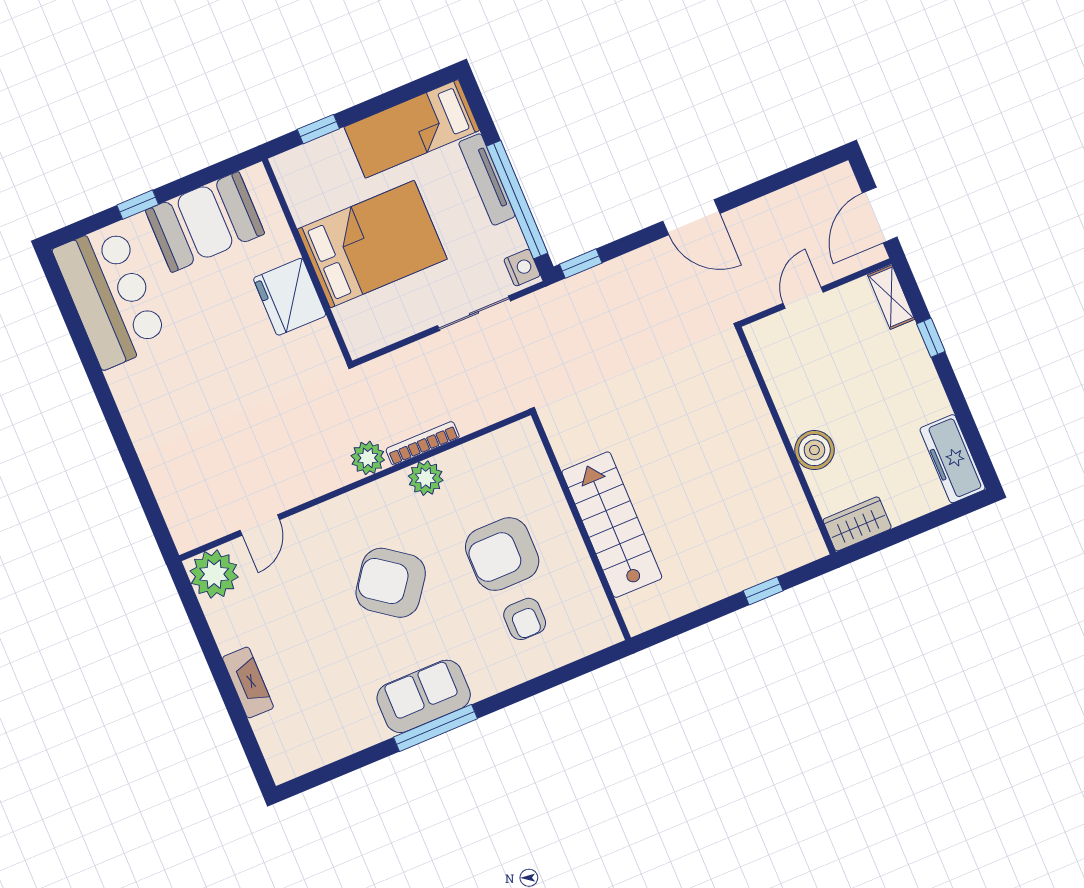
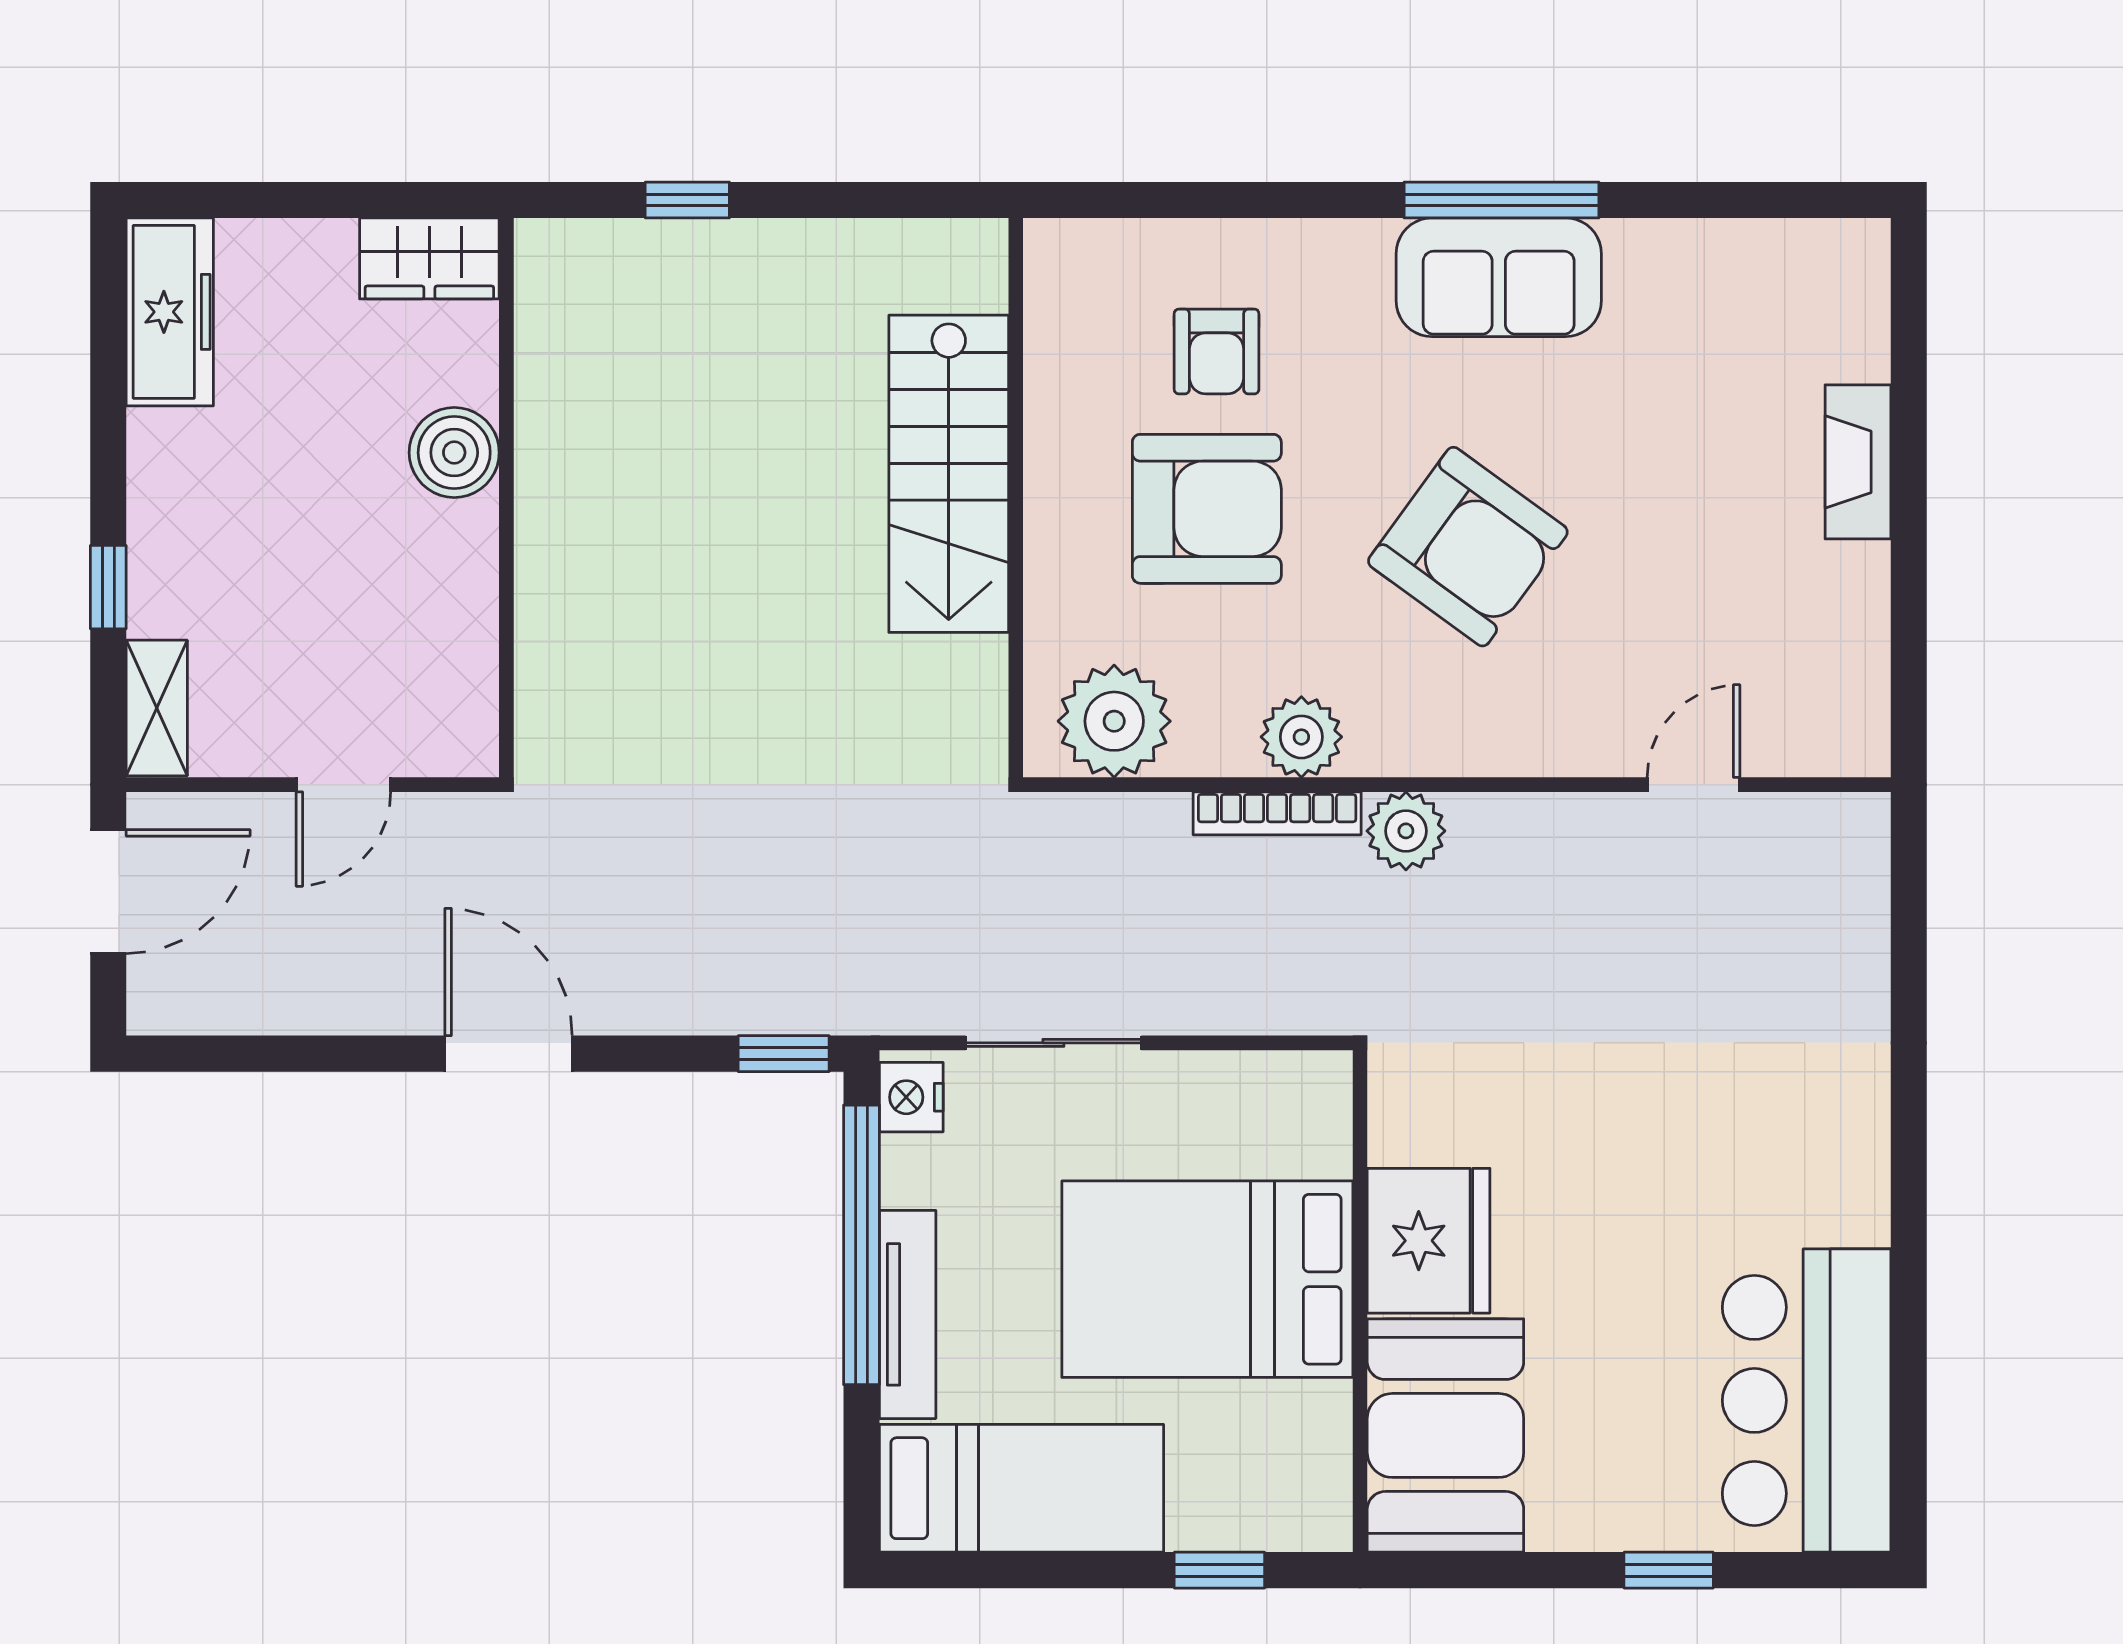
booth: (205, 222) -> (1445, 1435), moved, turned 90
plant: (214, 574) -> (1114, 721), moved
armchair: (525, 619) -> (1217, 351), turned 180

